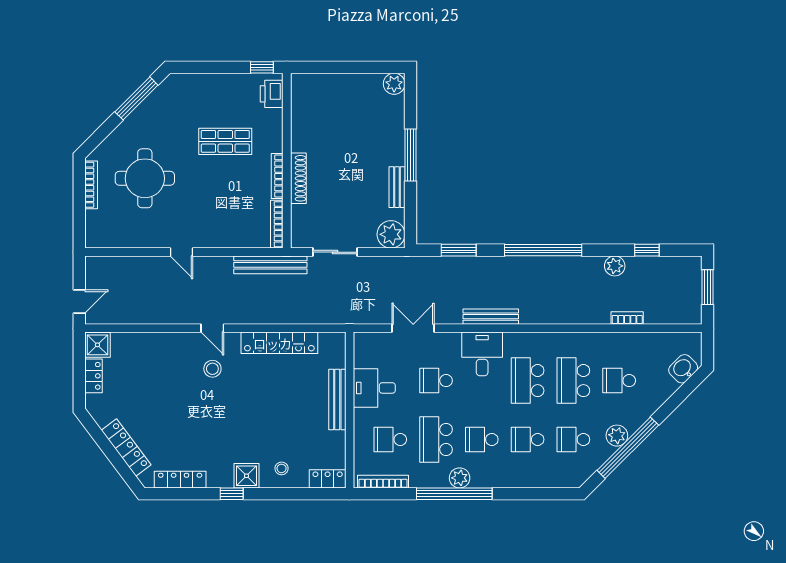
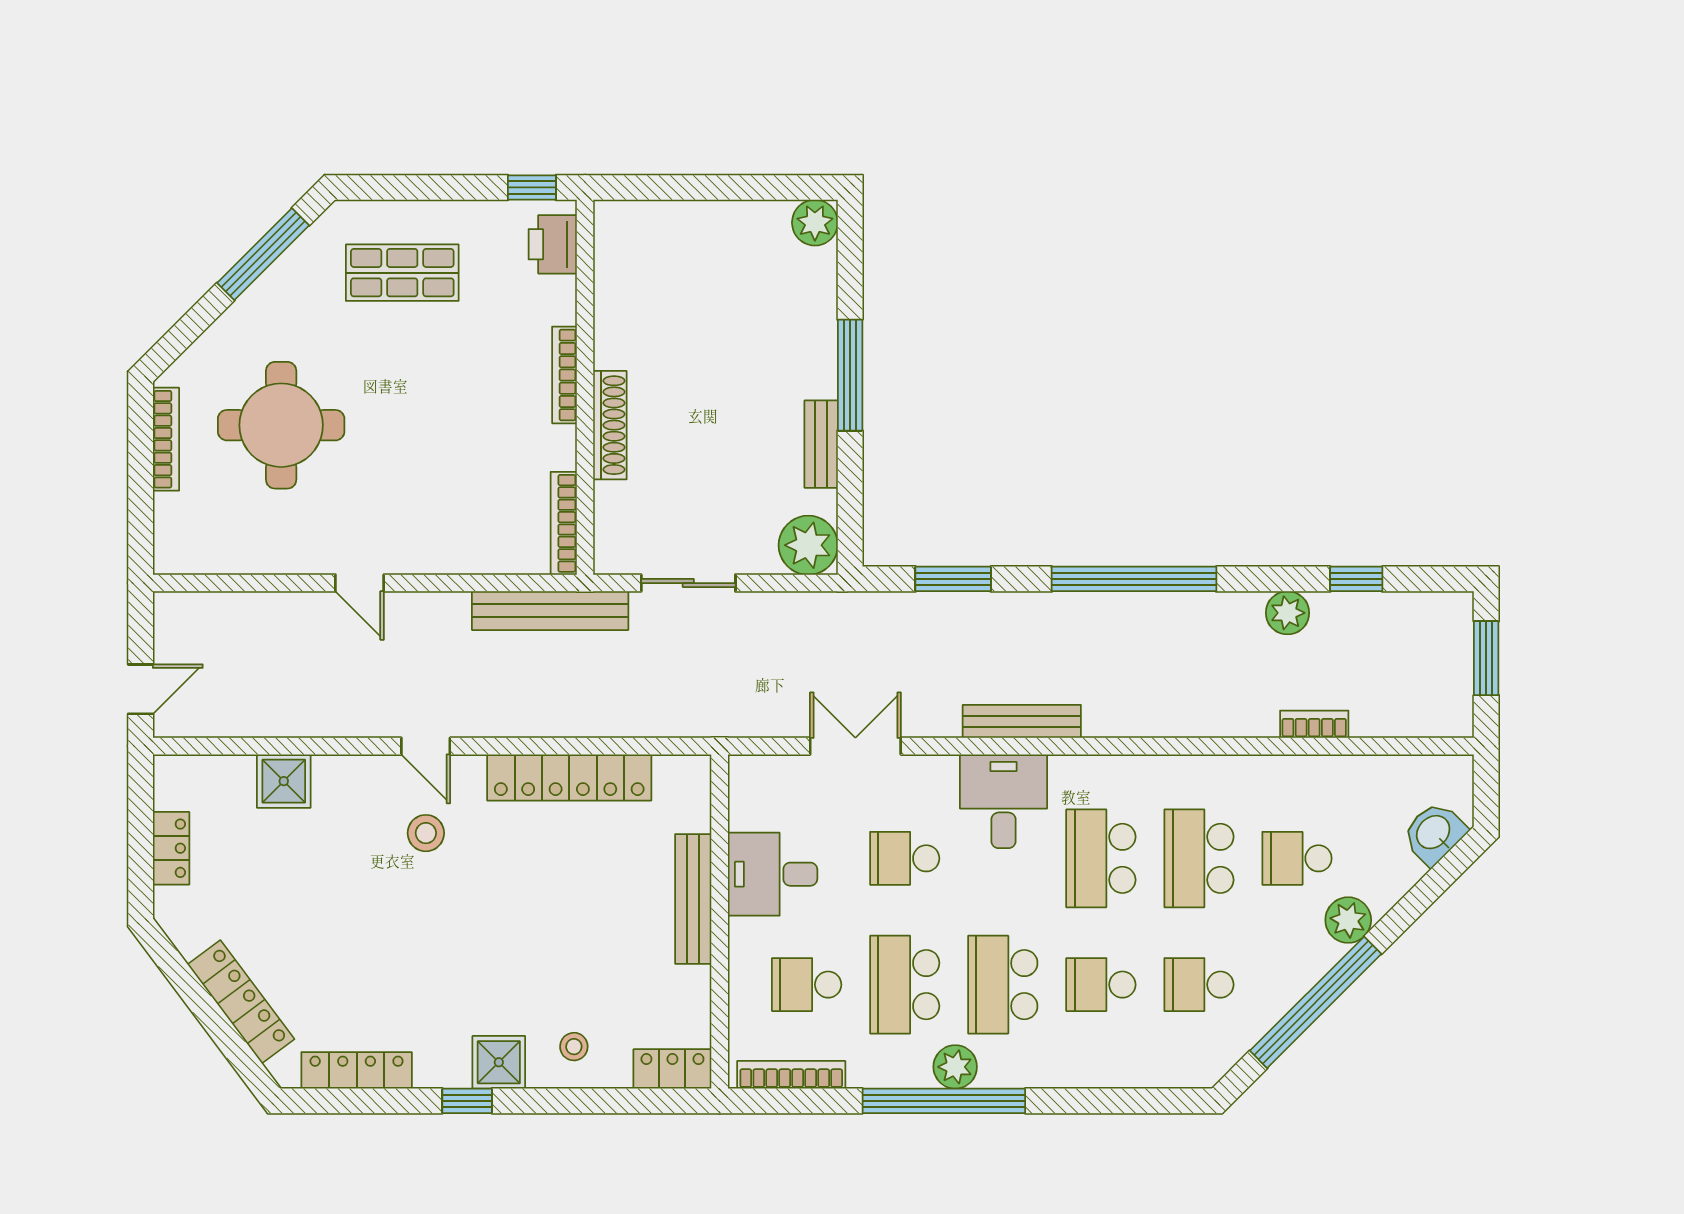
shop shelf: (225, 141) -> (402, 273), moved
bookcase: (277, 176) -> (565, 375), moved
shower: (97, 345) -> (284, 781), moved
plant: (617, 436) -> (1348, 920), moved
school desk: (482, 439) -> (1003, 985), width x1.85

